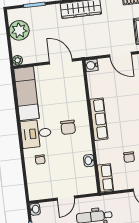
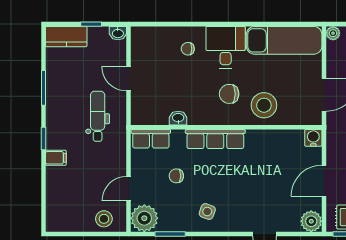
stool: (73, 102) -> (264, 105), added
row of seats: (99, 119) -> (215, 139), moved

